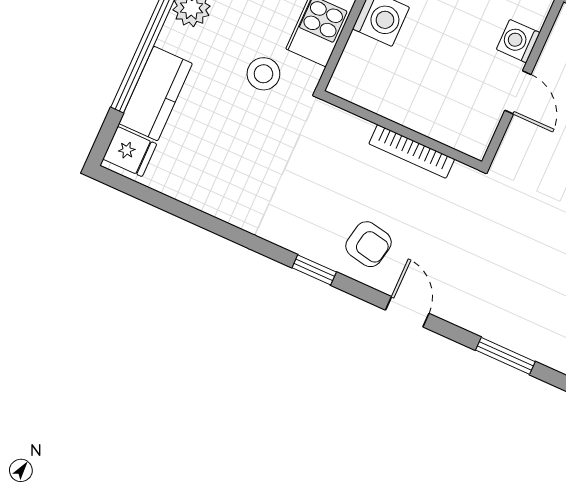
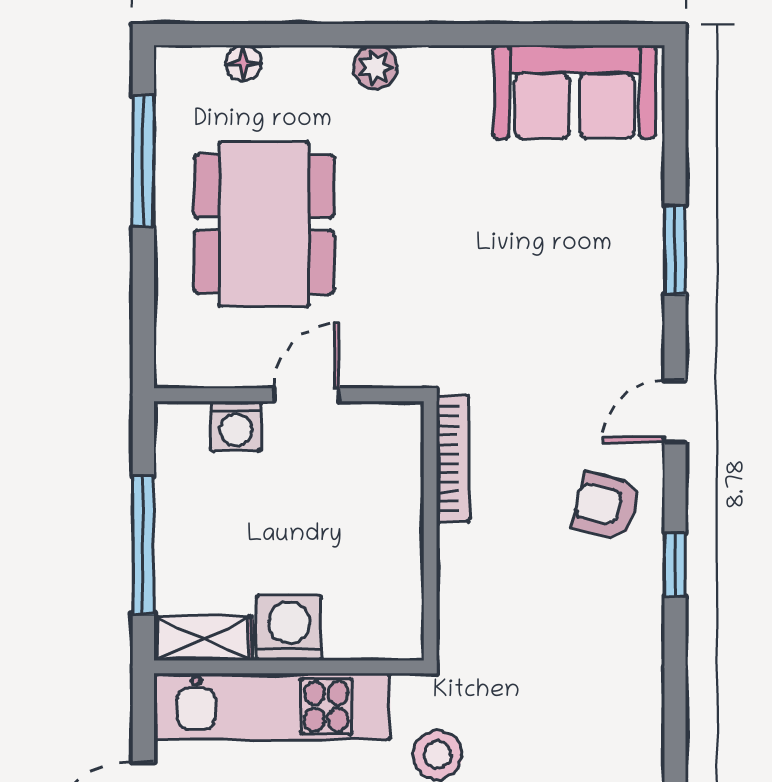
bookcase: (412, 151) -> (453, 459), moved
armchair: (369, 244) -> (606, 506), turned -88

